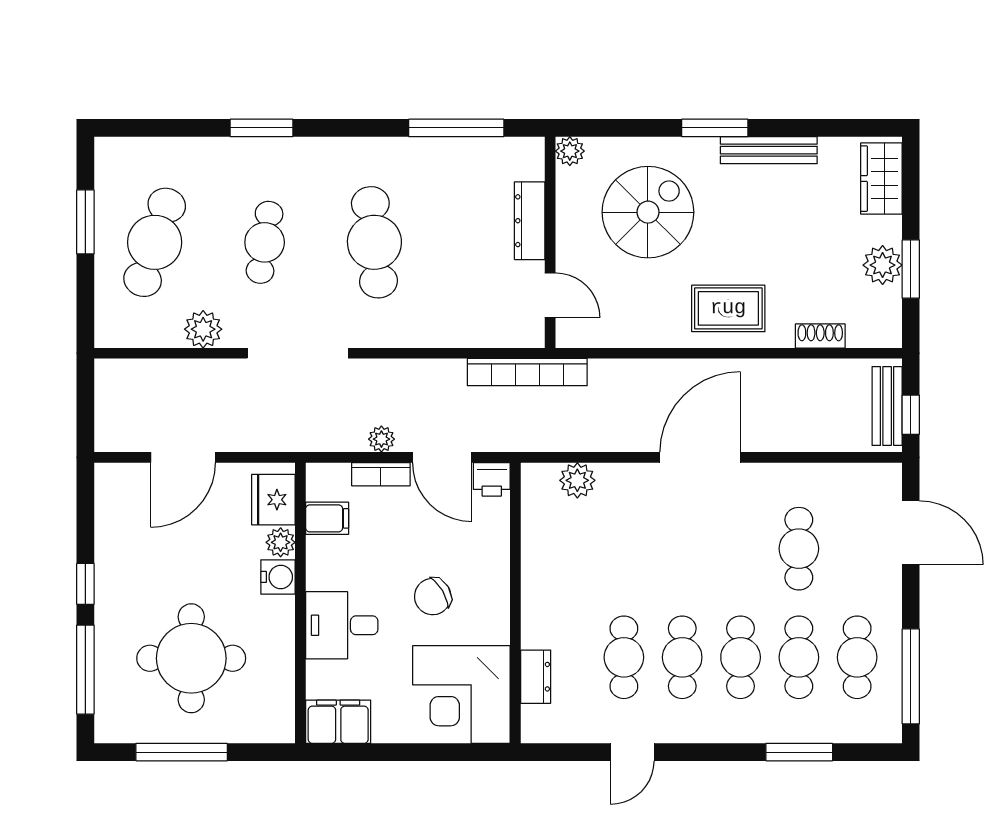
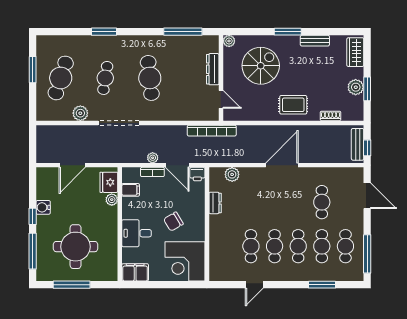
bench: (769, 150) -> (315, 41), width x0.73
water cooler: (278, 577) -> (43, 207), moved, turned 180
dresser: (536, 677) -> (215, 203), moved

